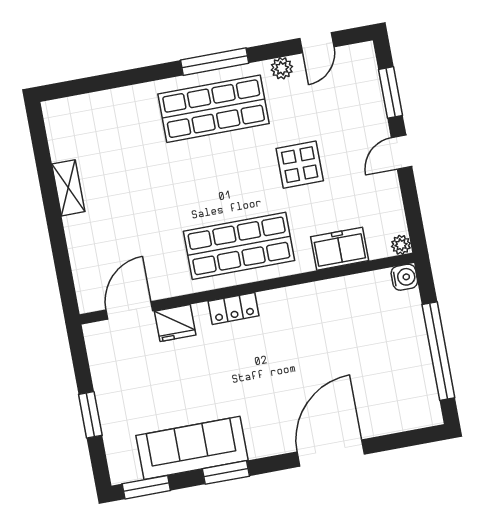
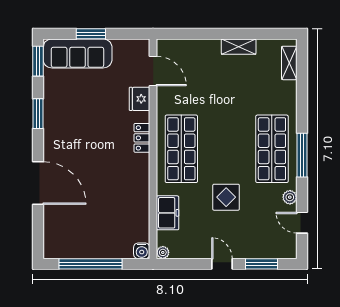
shelving: (79, 107) -> (289, 63), added
sofa: (192, 448) -> (77, 53), moved, turned 90

